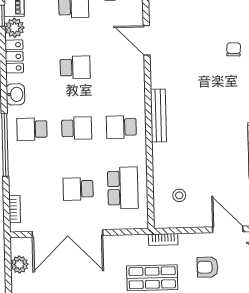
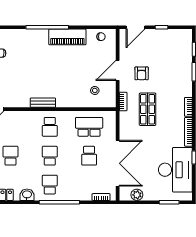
bench: (158, 116) -> (43, 103), width x0.73
school desk: (32, 129) -> (50, 185), turned 180
door: (228, 229) -> (118, 70), moved

